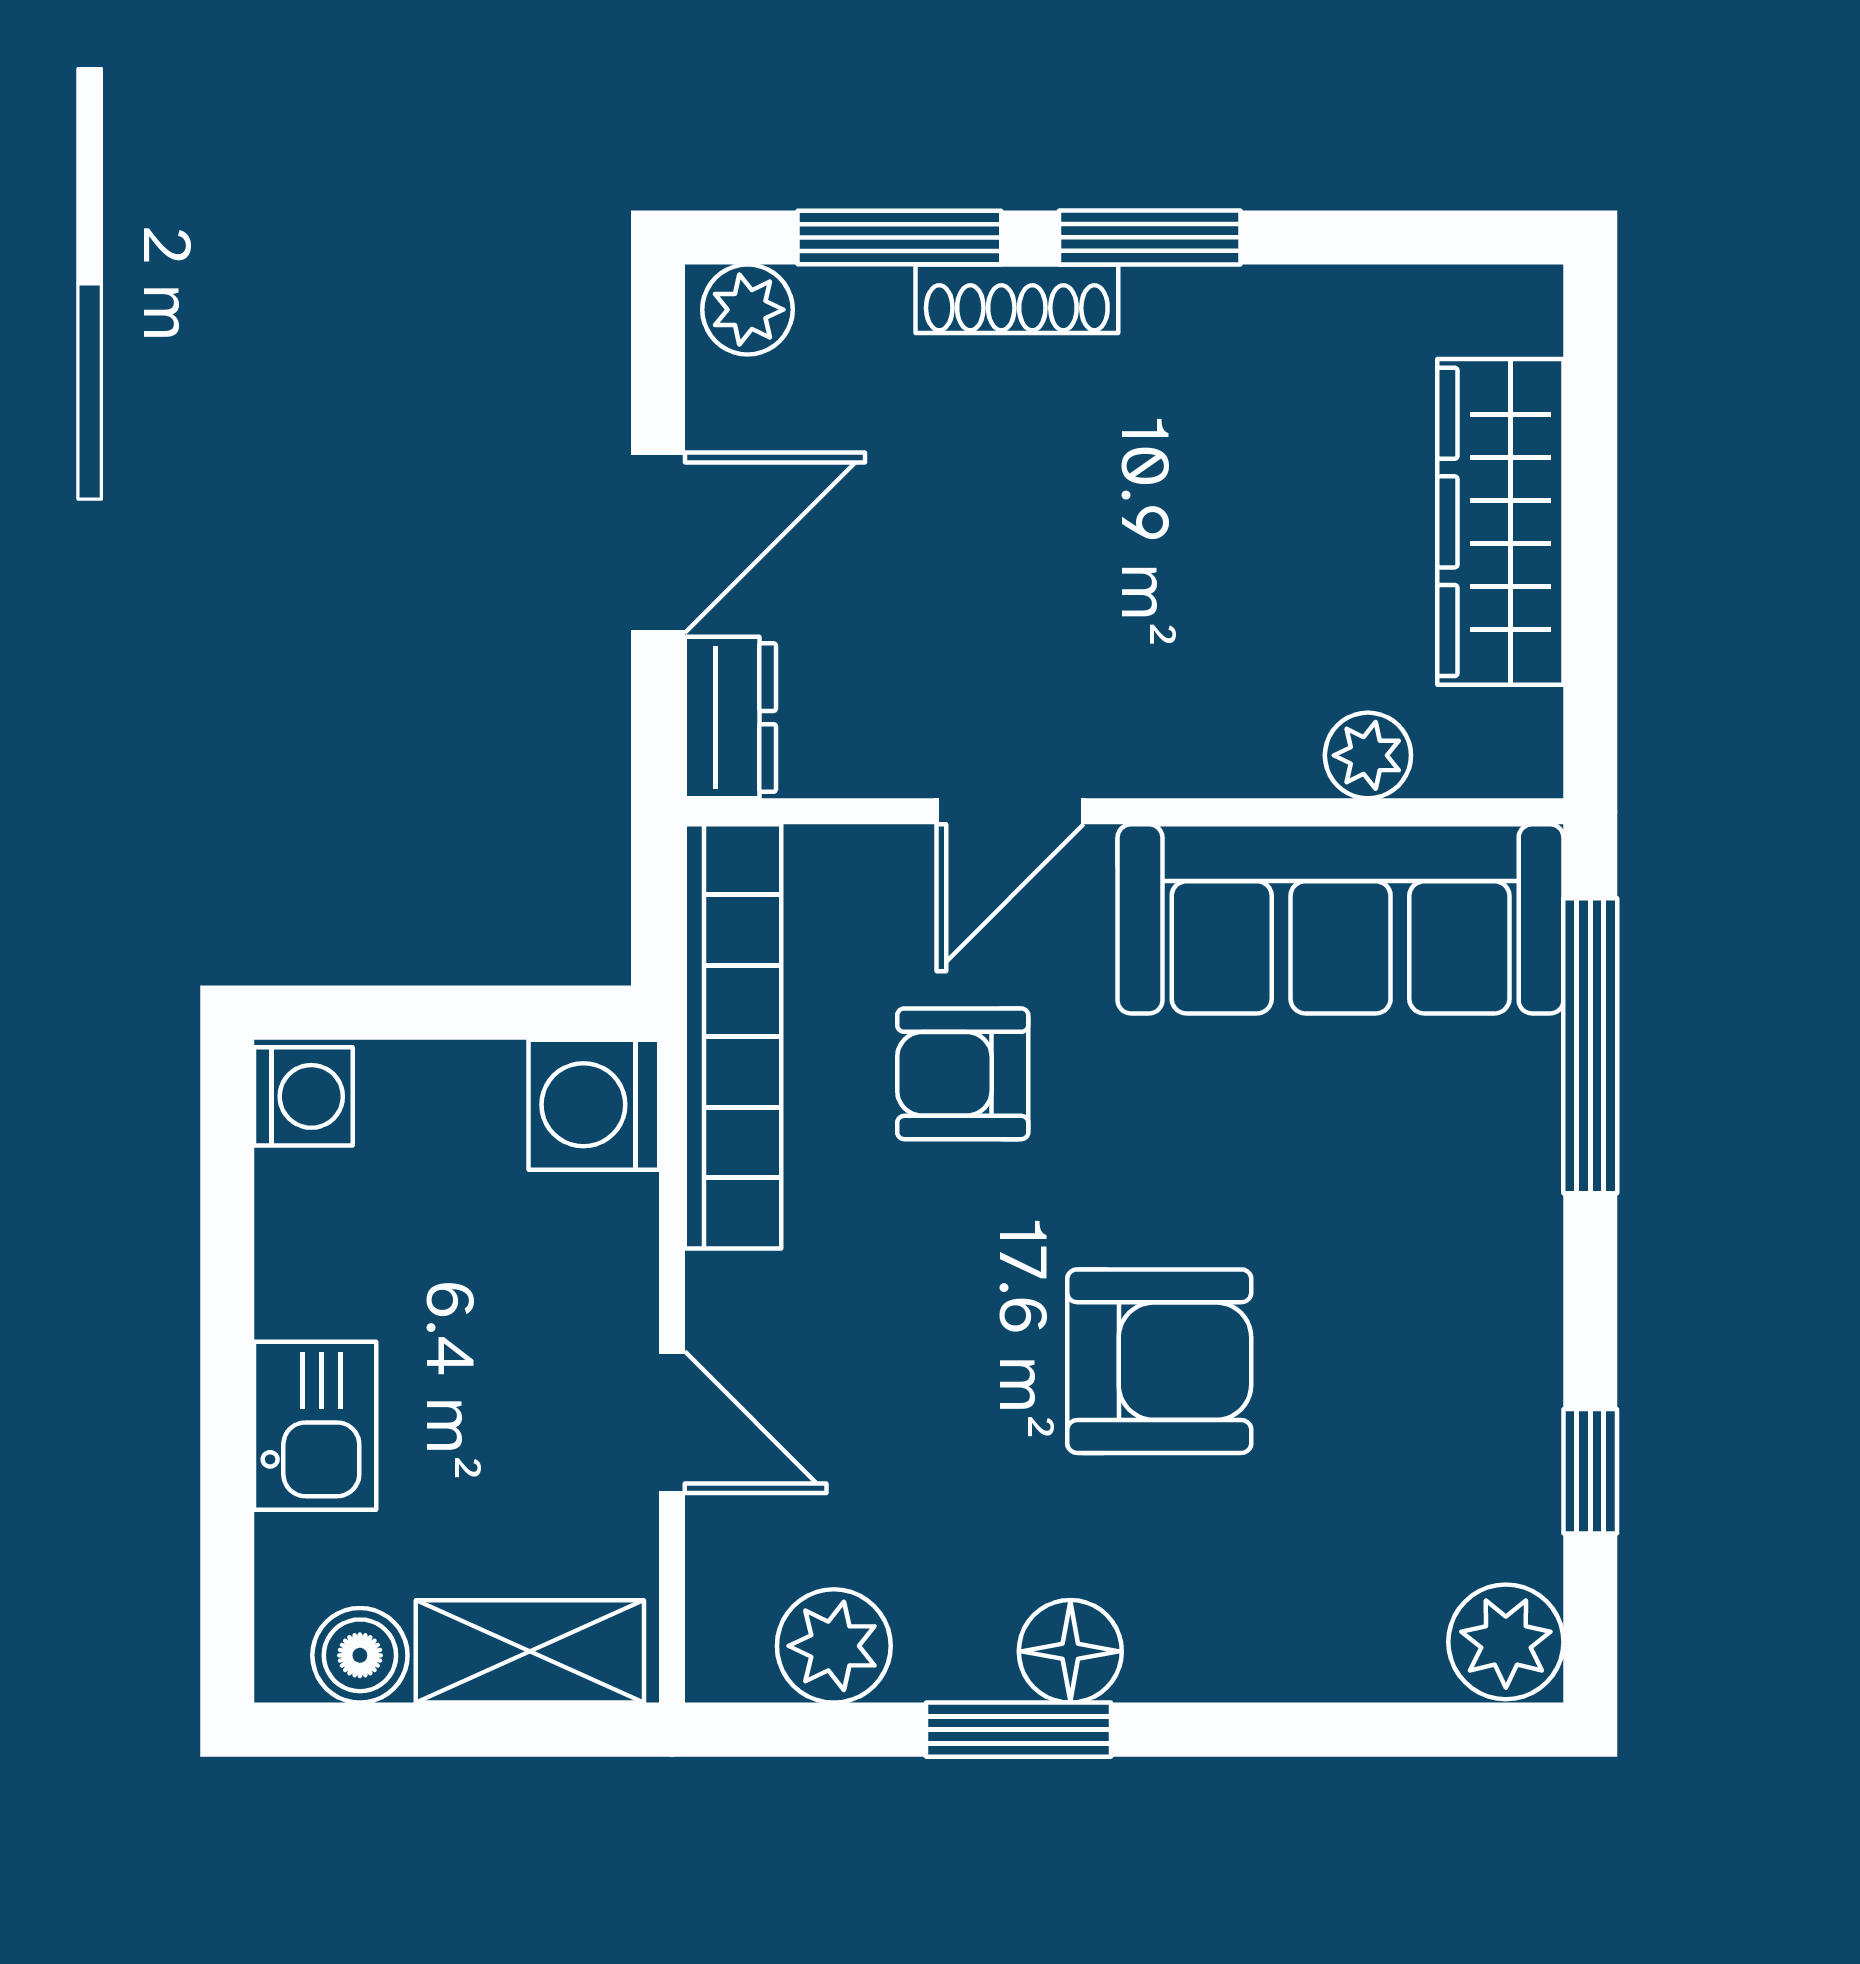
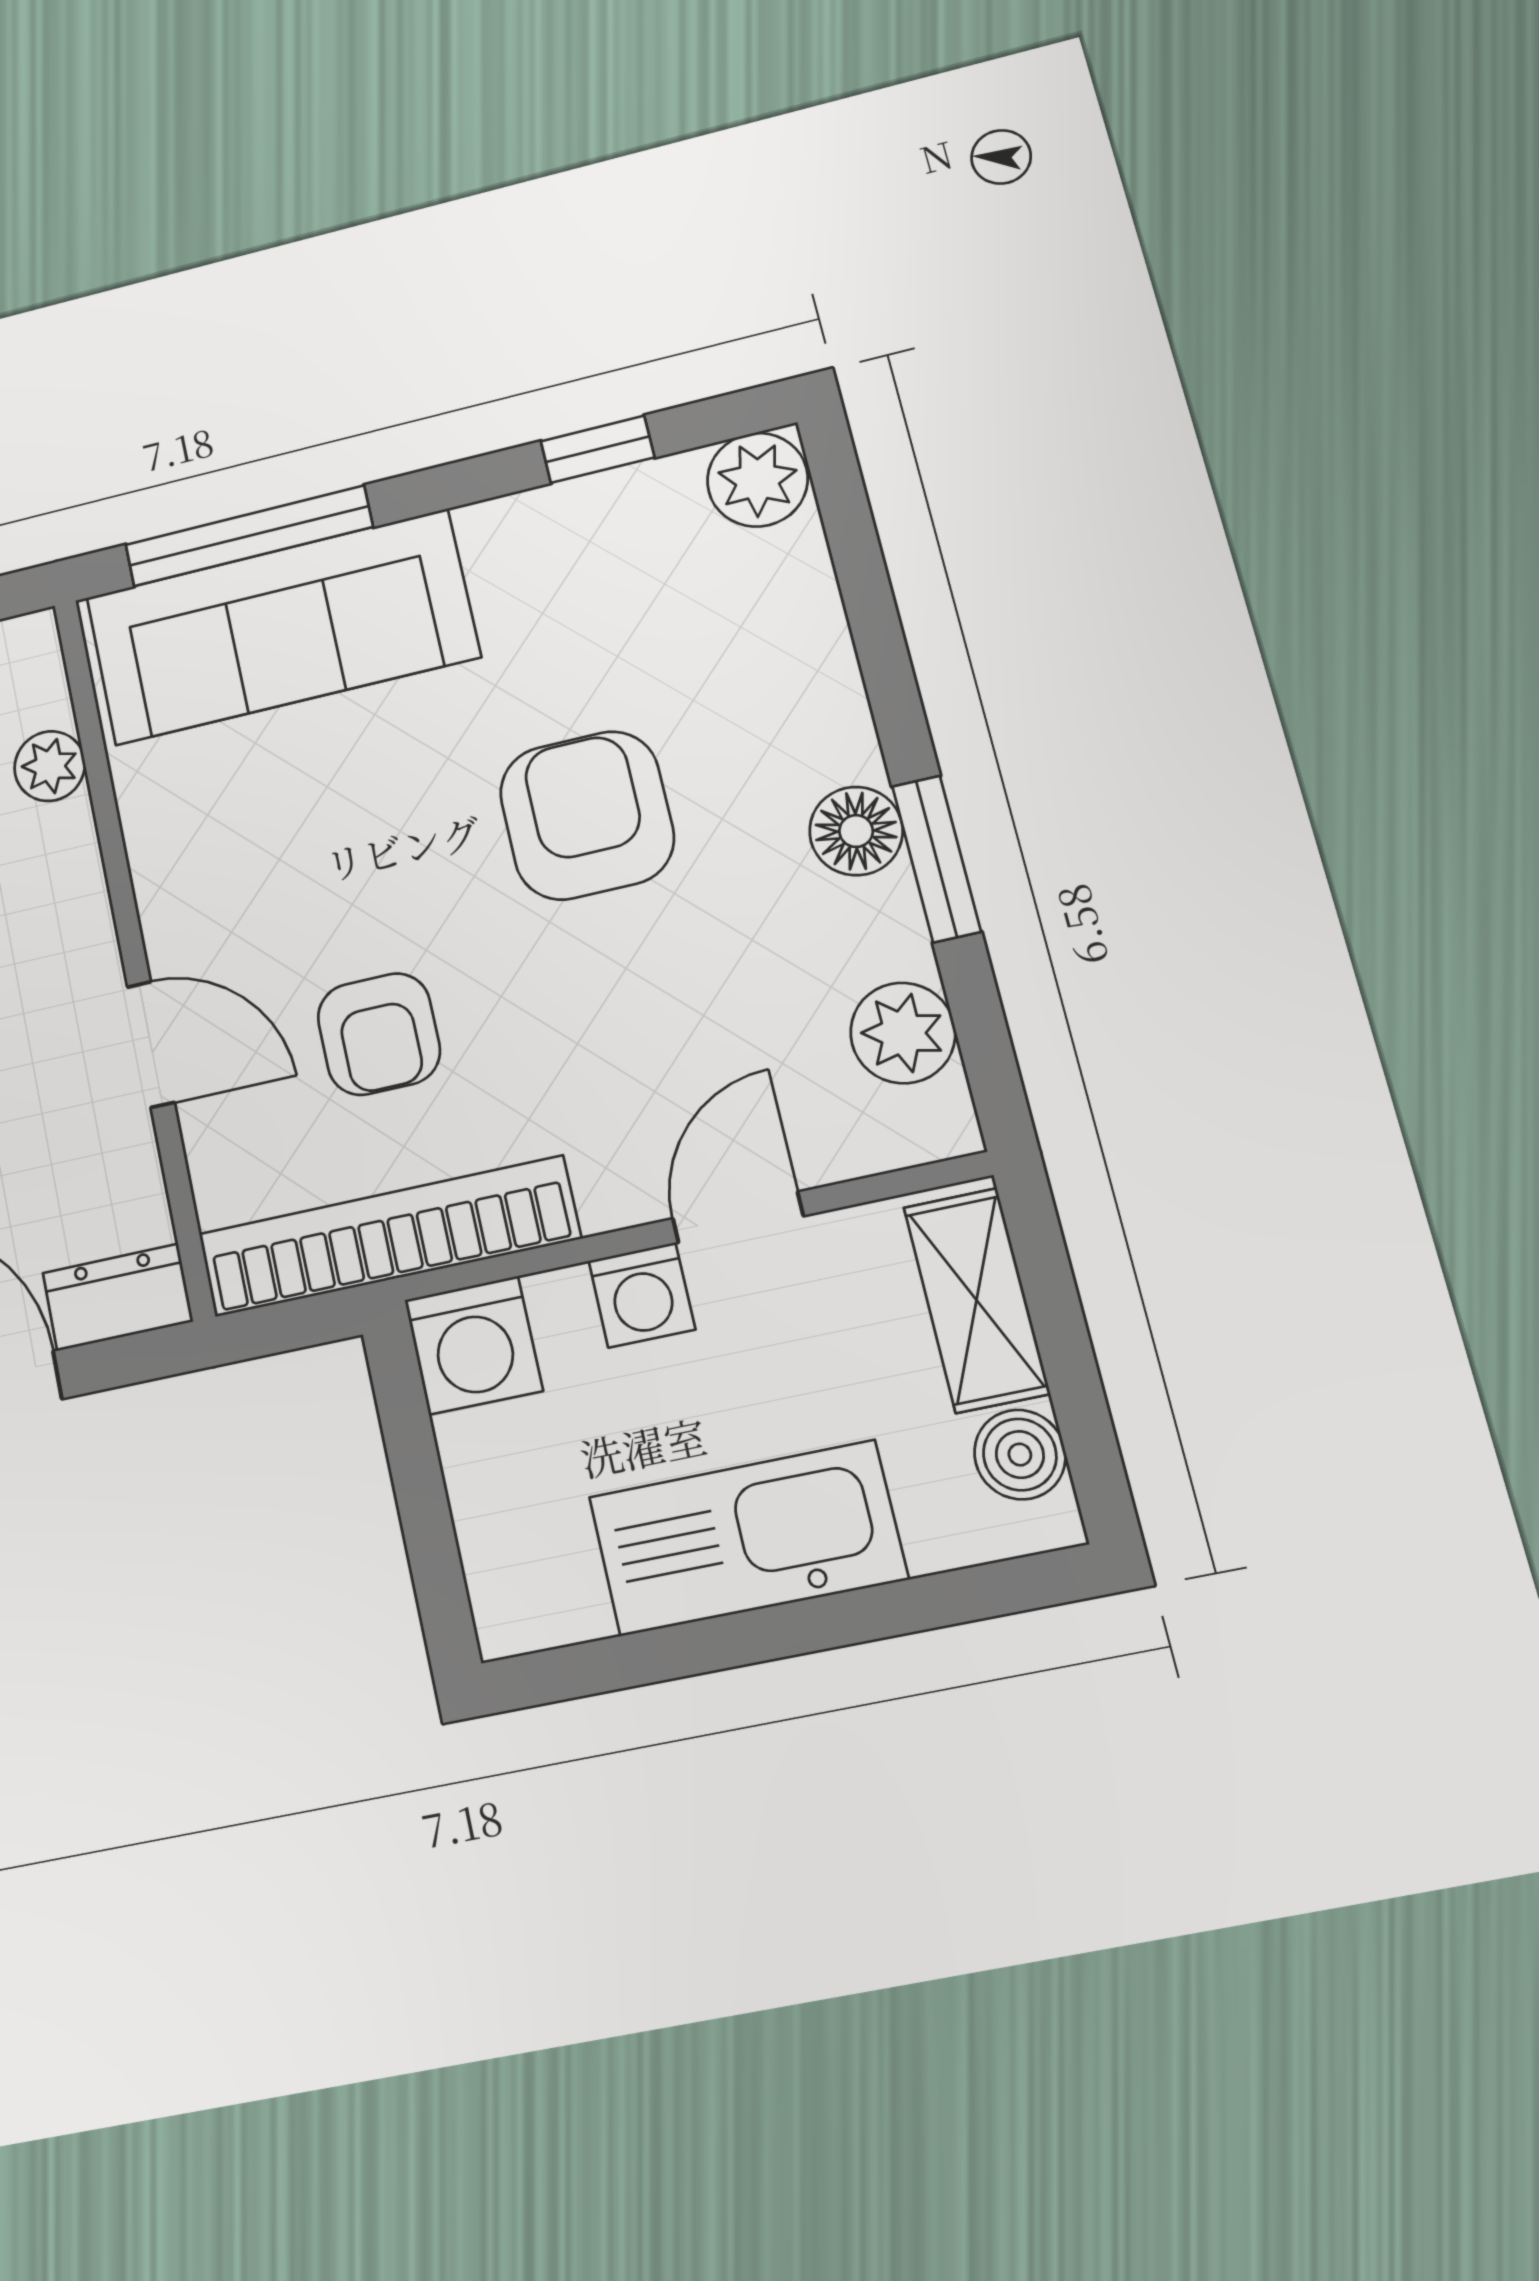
sofa: (1341, 919) -> (281, 627), moved, turned 90
washing machine: (303, 1096) -> (642, 1295), moved, turned 180
kitchen sink: (315, 1426) -> (748, 1538), width x1.88, depth x1.24

